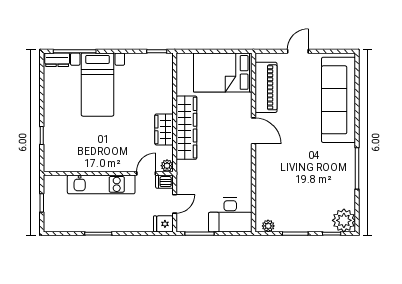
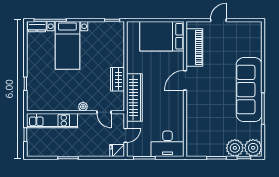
sofa: (339, 100) -> (249, 90), moved
wardrobe: (186, 128) -> (134, 98), moved
door: (253, 131) -> (185, 80), swing flipped
plant: (167, 166) -> (83, 107), moved
door: (146, 173) -> (104, 112), swing flipped
dishwasher: (164, 182) -> (118, 119), removed
kitchen unit: (101, 184) -> (52, 121), moved
plant: (268, 226) -> (235, 148), moved, width x1.88, depth x1.88

